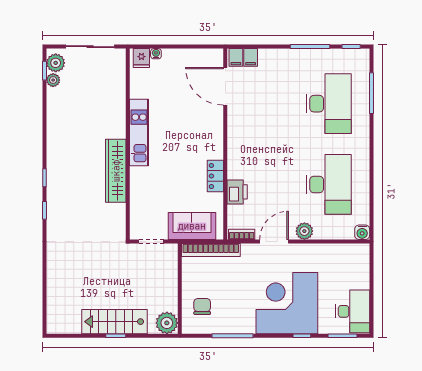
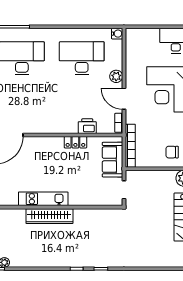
wardrobe: (116, 171) -> (49, 216), moved

